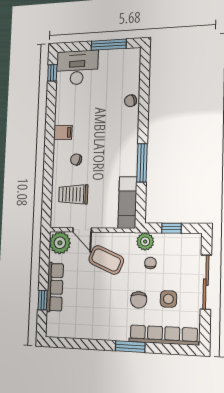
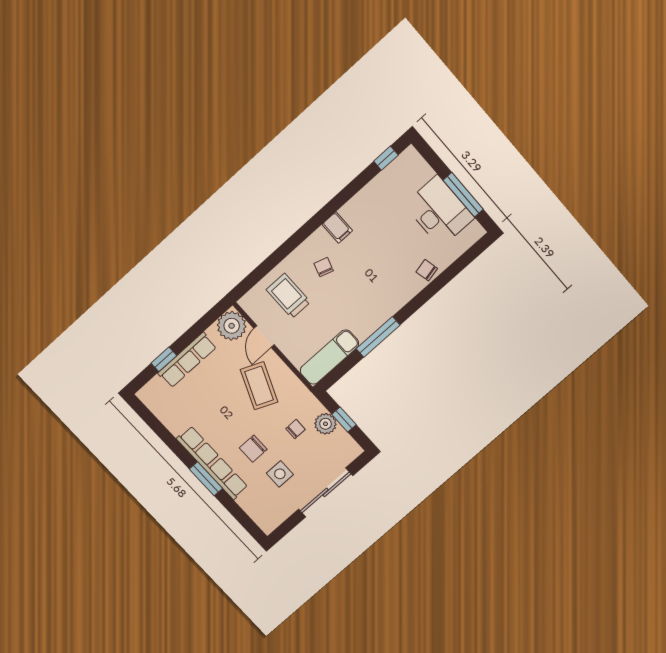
desk: (77, 68) -> (439, 211), moved
plant: (145, 241) -> (325, 424), moved
row of seats: (164, 335) -> (212, 463), moved

